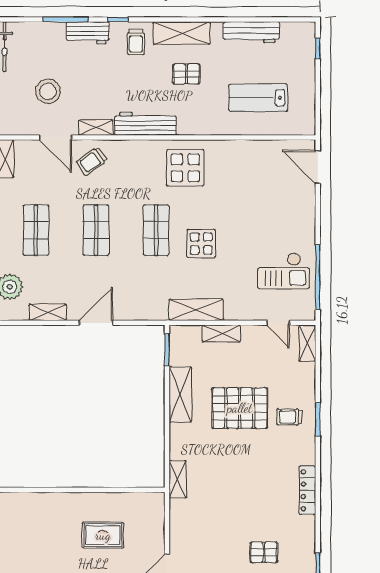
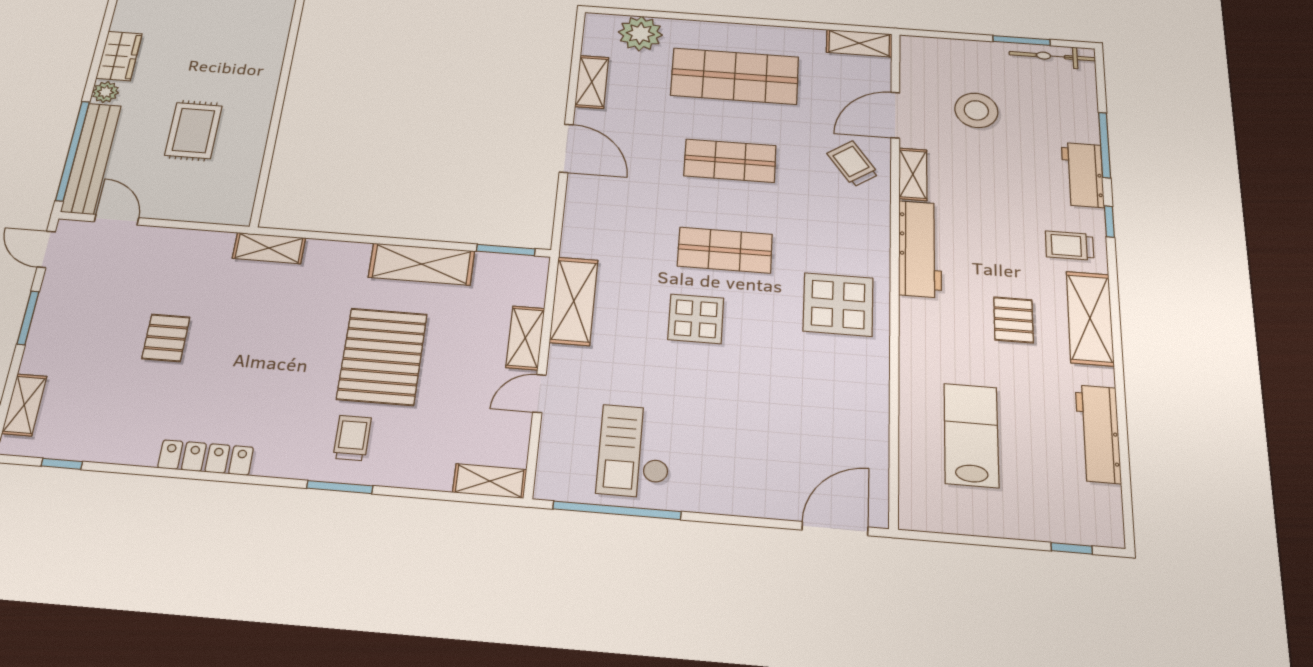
shop shelf: (36, 230) -> (735, 76), width x1.43, depth x1.36
door: (278, 323) -> (539, 394), moved
pallet: (264, 552) -> (166, 338), moved

